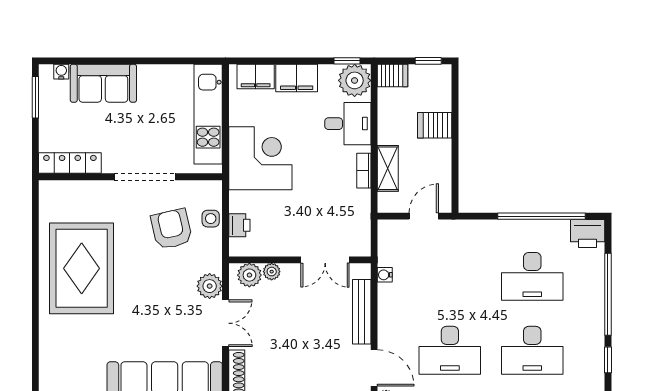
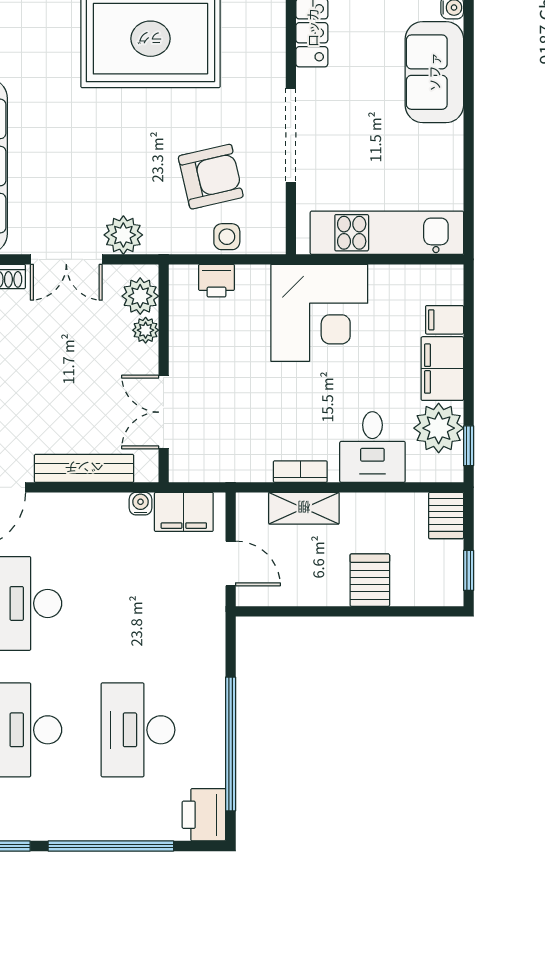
filing cabinet: (256, 77) -> (445, 320), width x0.50
plant: (355, 80) -> (439, 428), moved
filing cabinet: (390, 247) -> (184, 512), added

